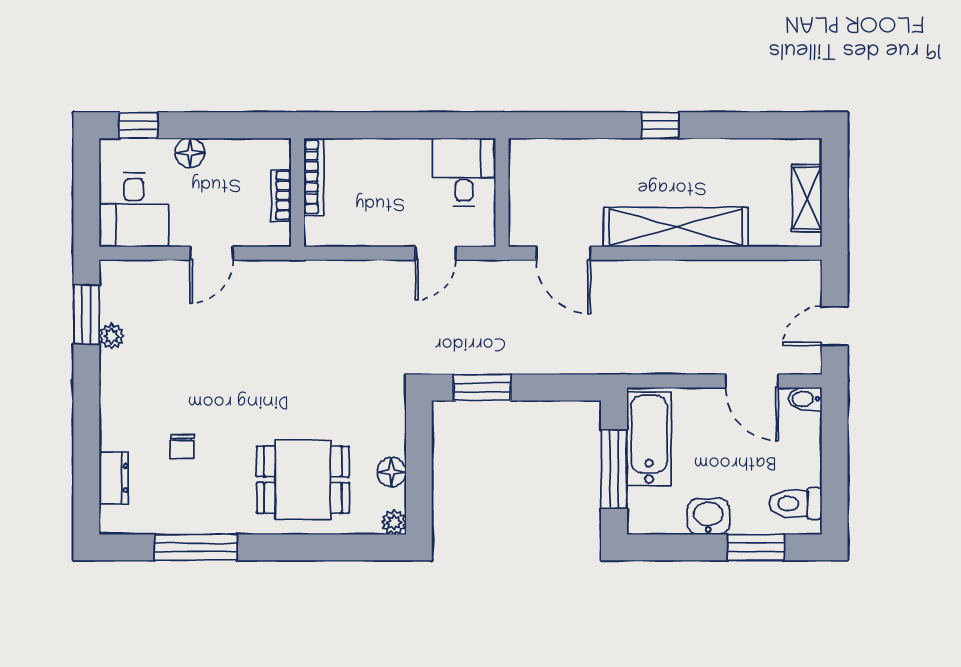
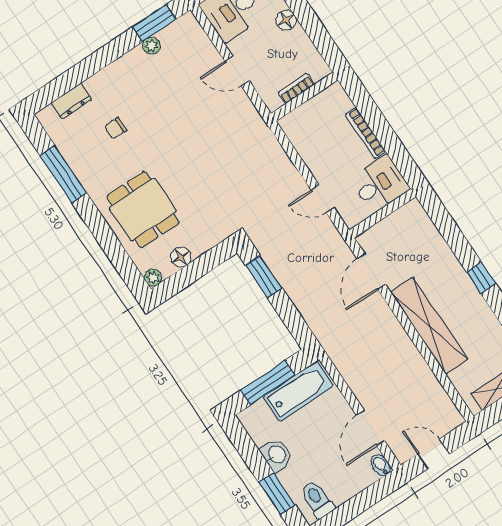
bookcase: (314, 177) -> (366, 133), moved, turned 90

